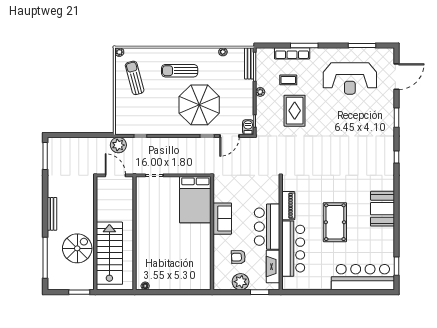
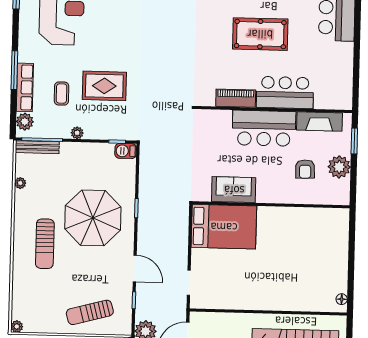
plant: (267, 54) -> (25, 122), added
sun lounger: (135, 78) -> (90, 312), moved
door: (229, 136) -> (135, 269), moved
sofa: (222, 219) -> (234, 190), moved
bar counter: (293, 249) -> (285, 93), width x0.73

